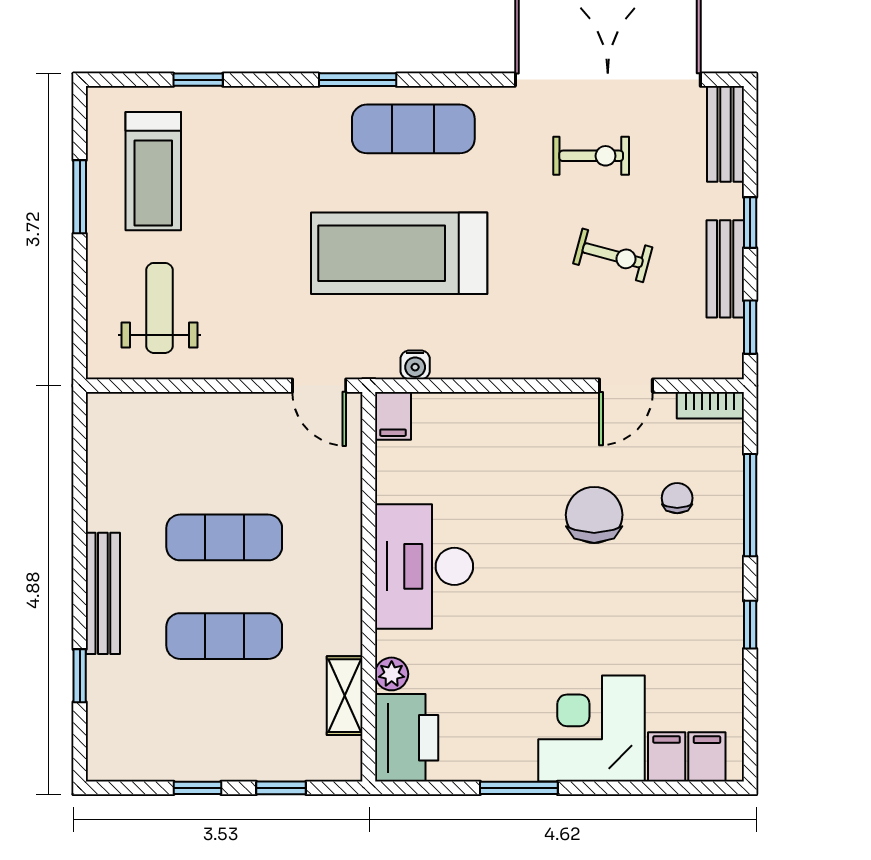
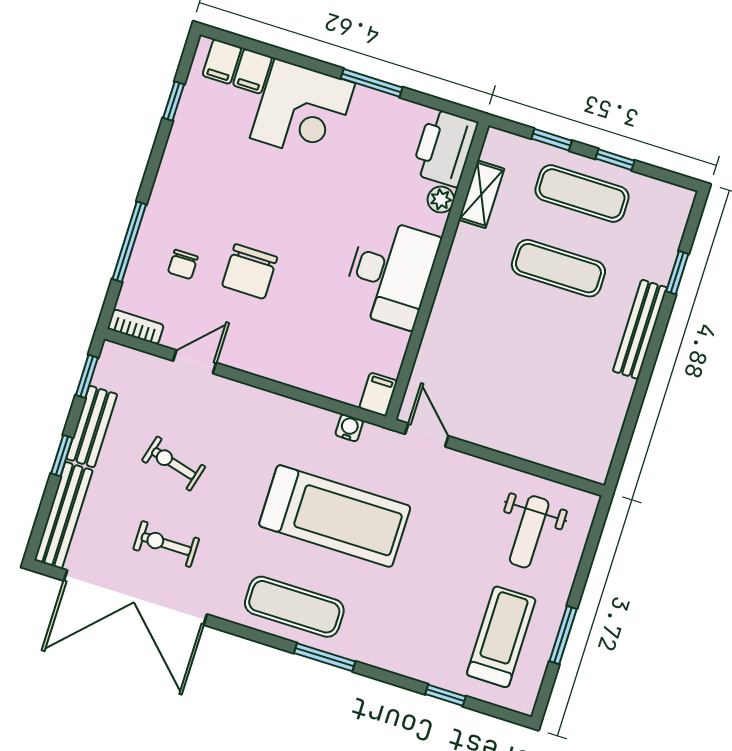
bench: (725, 134) -> (63, 515), width x1.36
exercise mat: (224, 537) -> (582, 193), moved
window: (750, 625) -> (174, 101), moved

